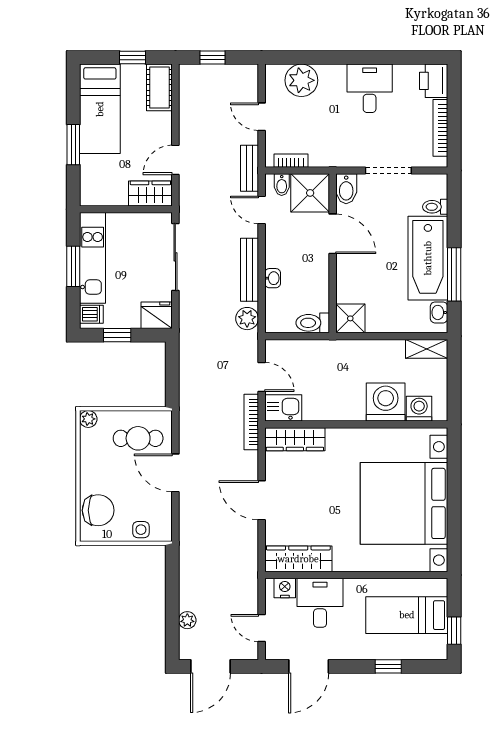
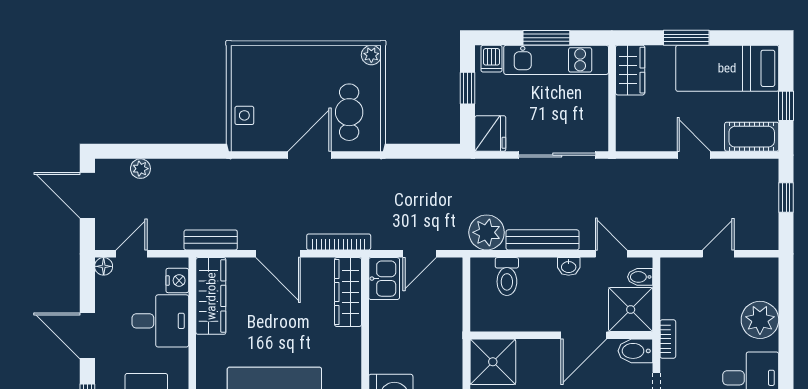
plant: (301, 80) -> (760, 320), moved
door: (175, 160) -> (694, 155), moved
bookcase: (291, 161) -> (668, 339), moved
bench: (249, 168) -> (211, 240), moved
wardrobe: (150, 193) -> (630, 70), moved
door: (262, 210) -> (611, 254), hinge flipped
washbasin: (273, 278) -> (569, 266), moved
shower: (350, 318) -> (493, 362), width x1.36, depth x1.36
plant: (247, 319) -> (487, 232), width x1.36, depth x1.36
toilet: (313, 323) -> (507, 277), moved, turned 180
bookcase: (251, 422) -> (339, 242), moved
door: (262, 500) -> (278, 254), swing flipped
chair: (98, 510) -> (267, 66), removed
floor lamp: (272, 652) -> (104, 266), added
door: (309, 666) -> (87, 336), moved

